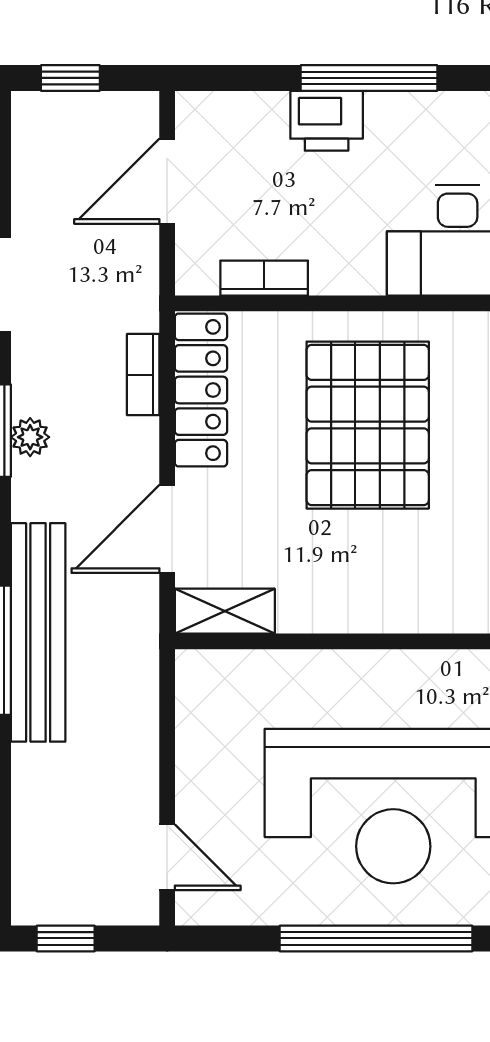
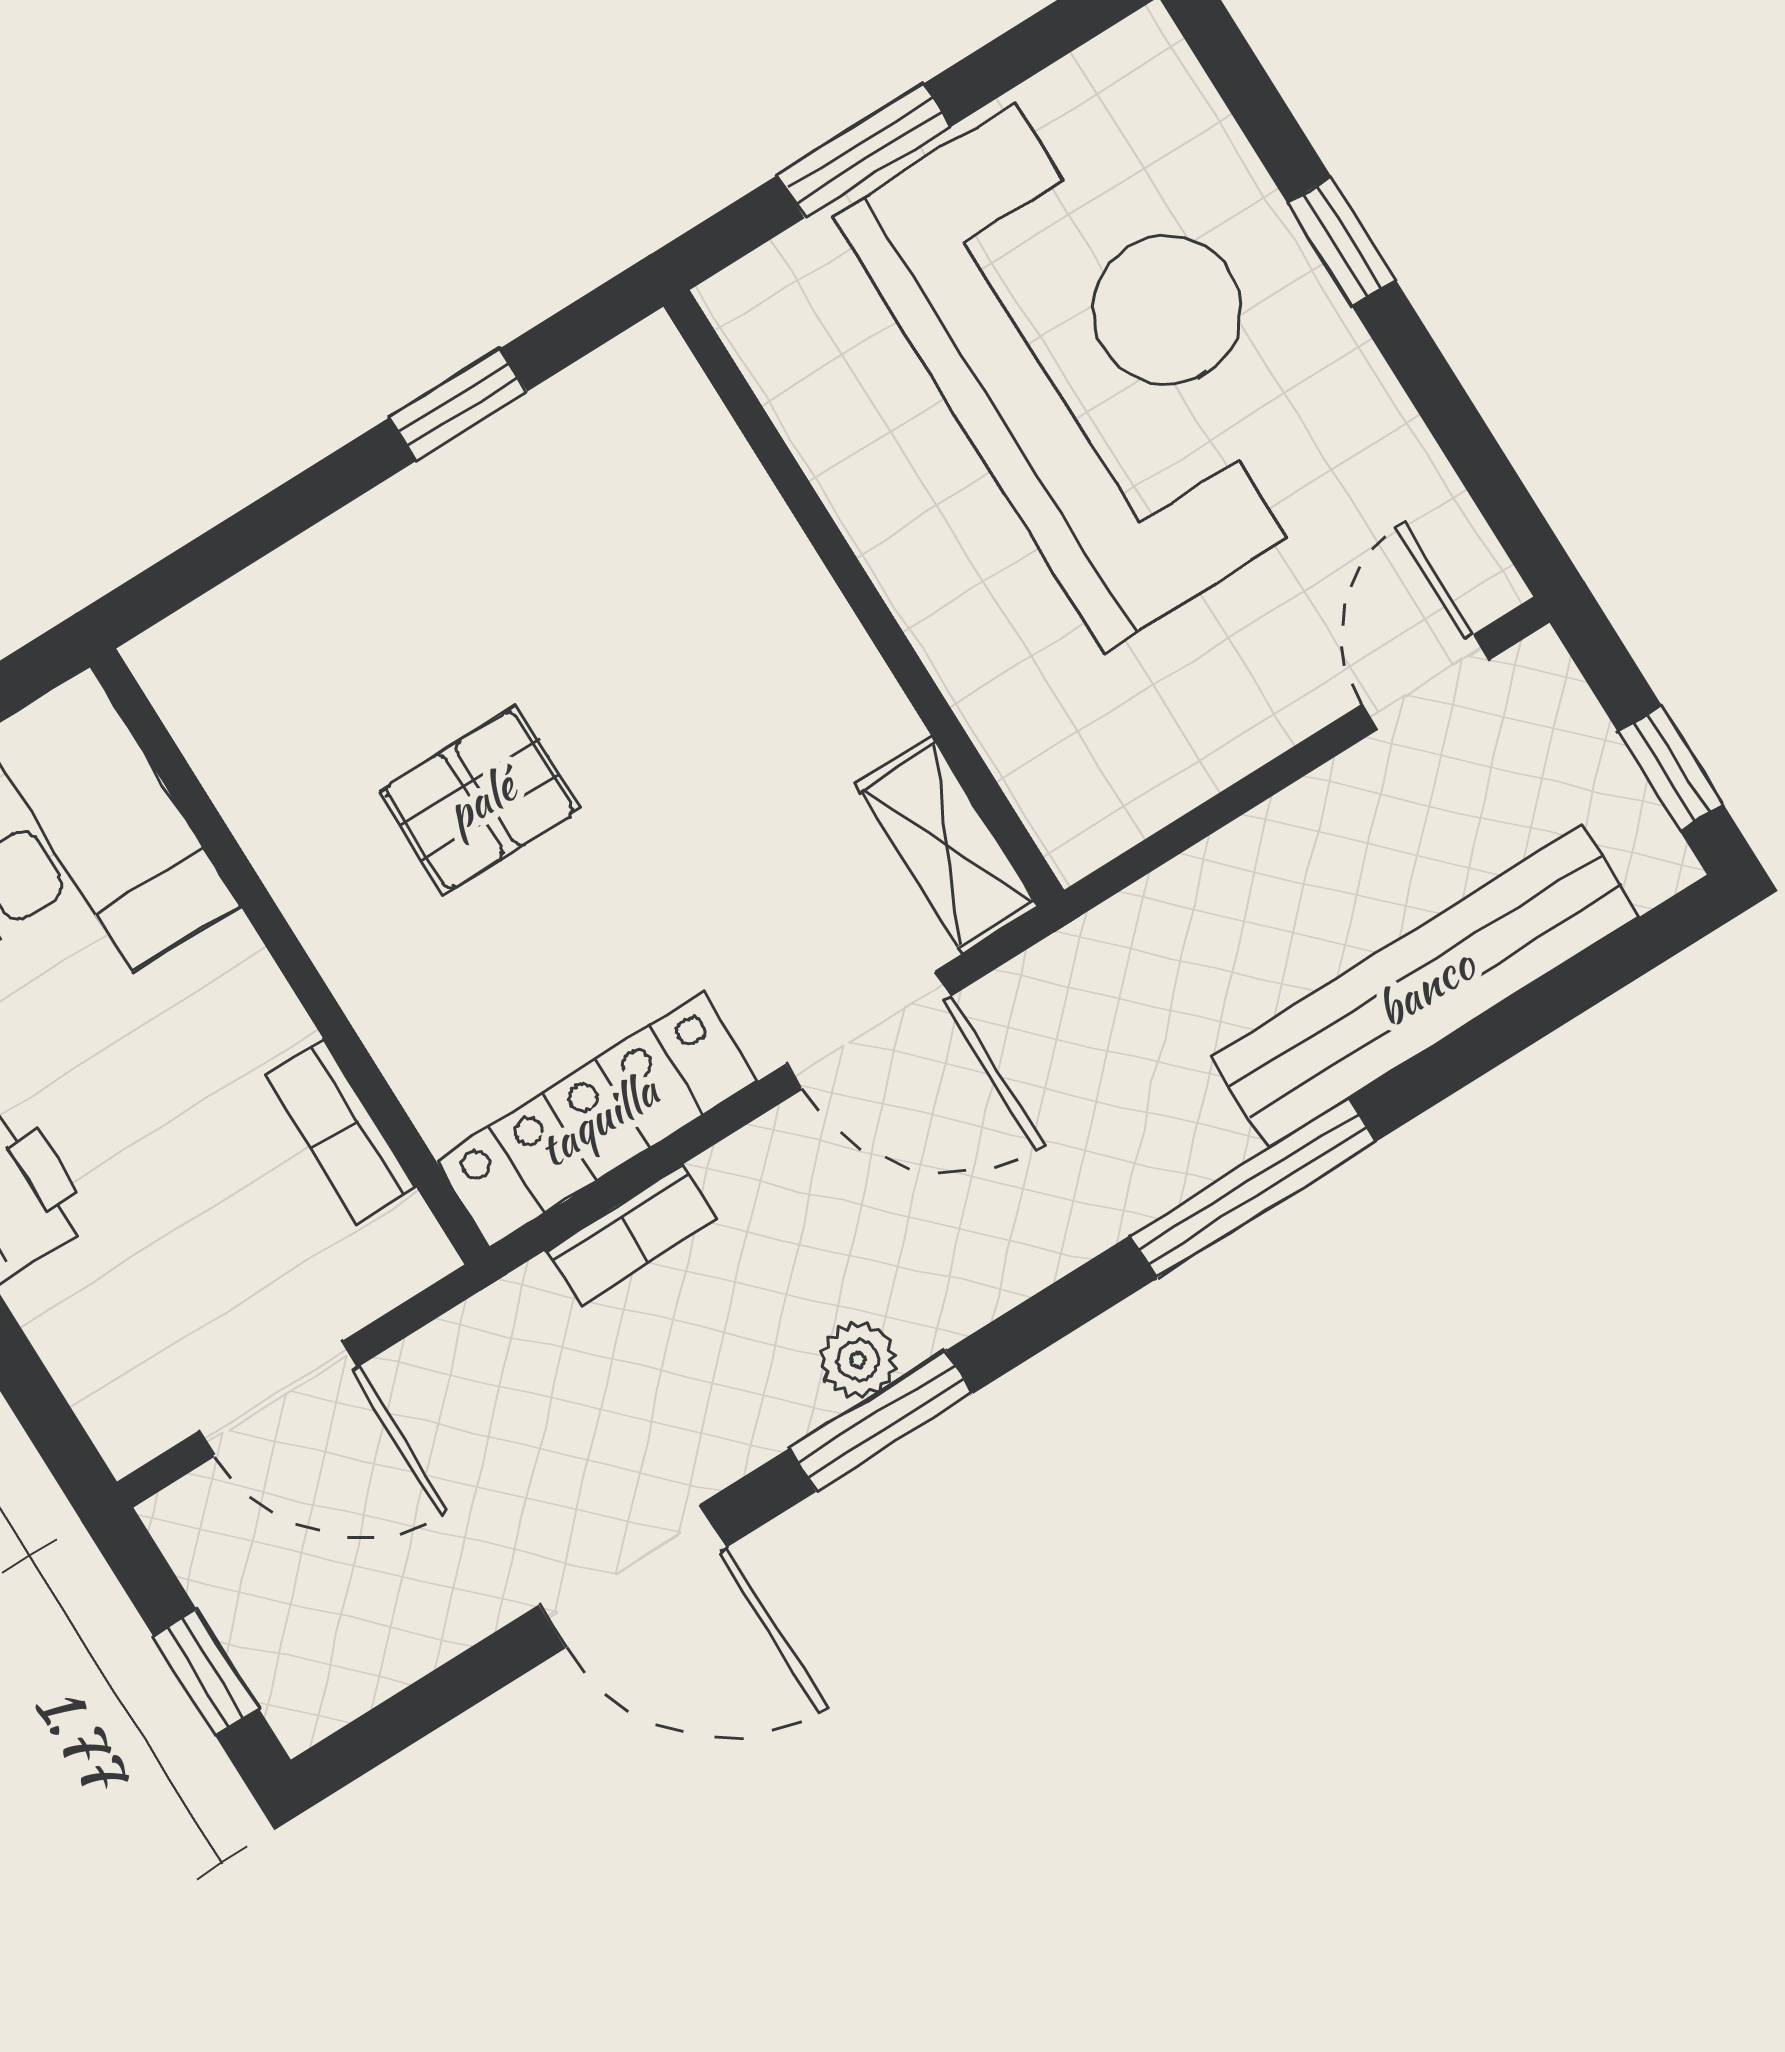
pallet: (368, 425) -> (480, 800), width x0.49, depth x0.50
bench: (38, 632) -> (1425, 987), moved
window: (376, 938) -> (1342, 242), width x0.32

